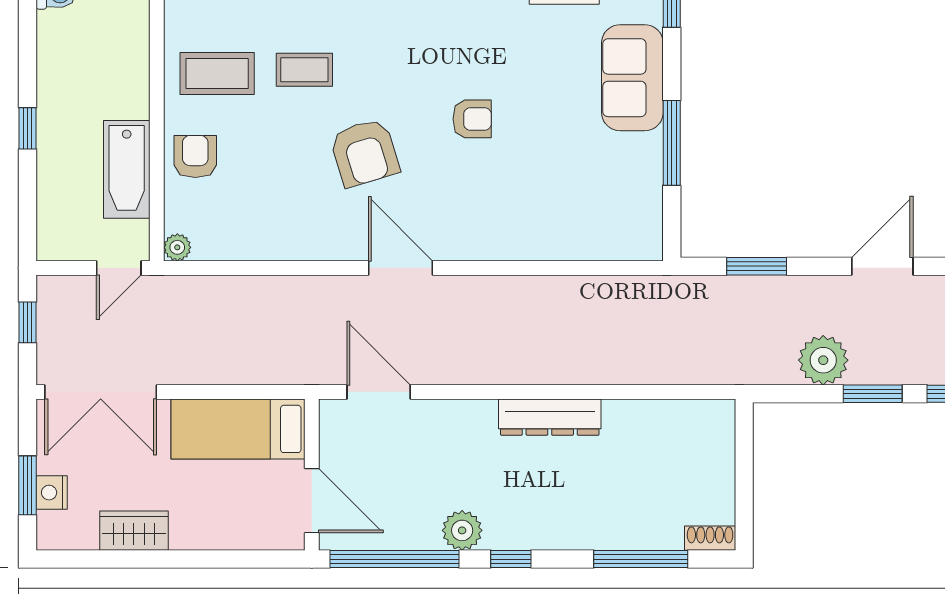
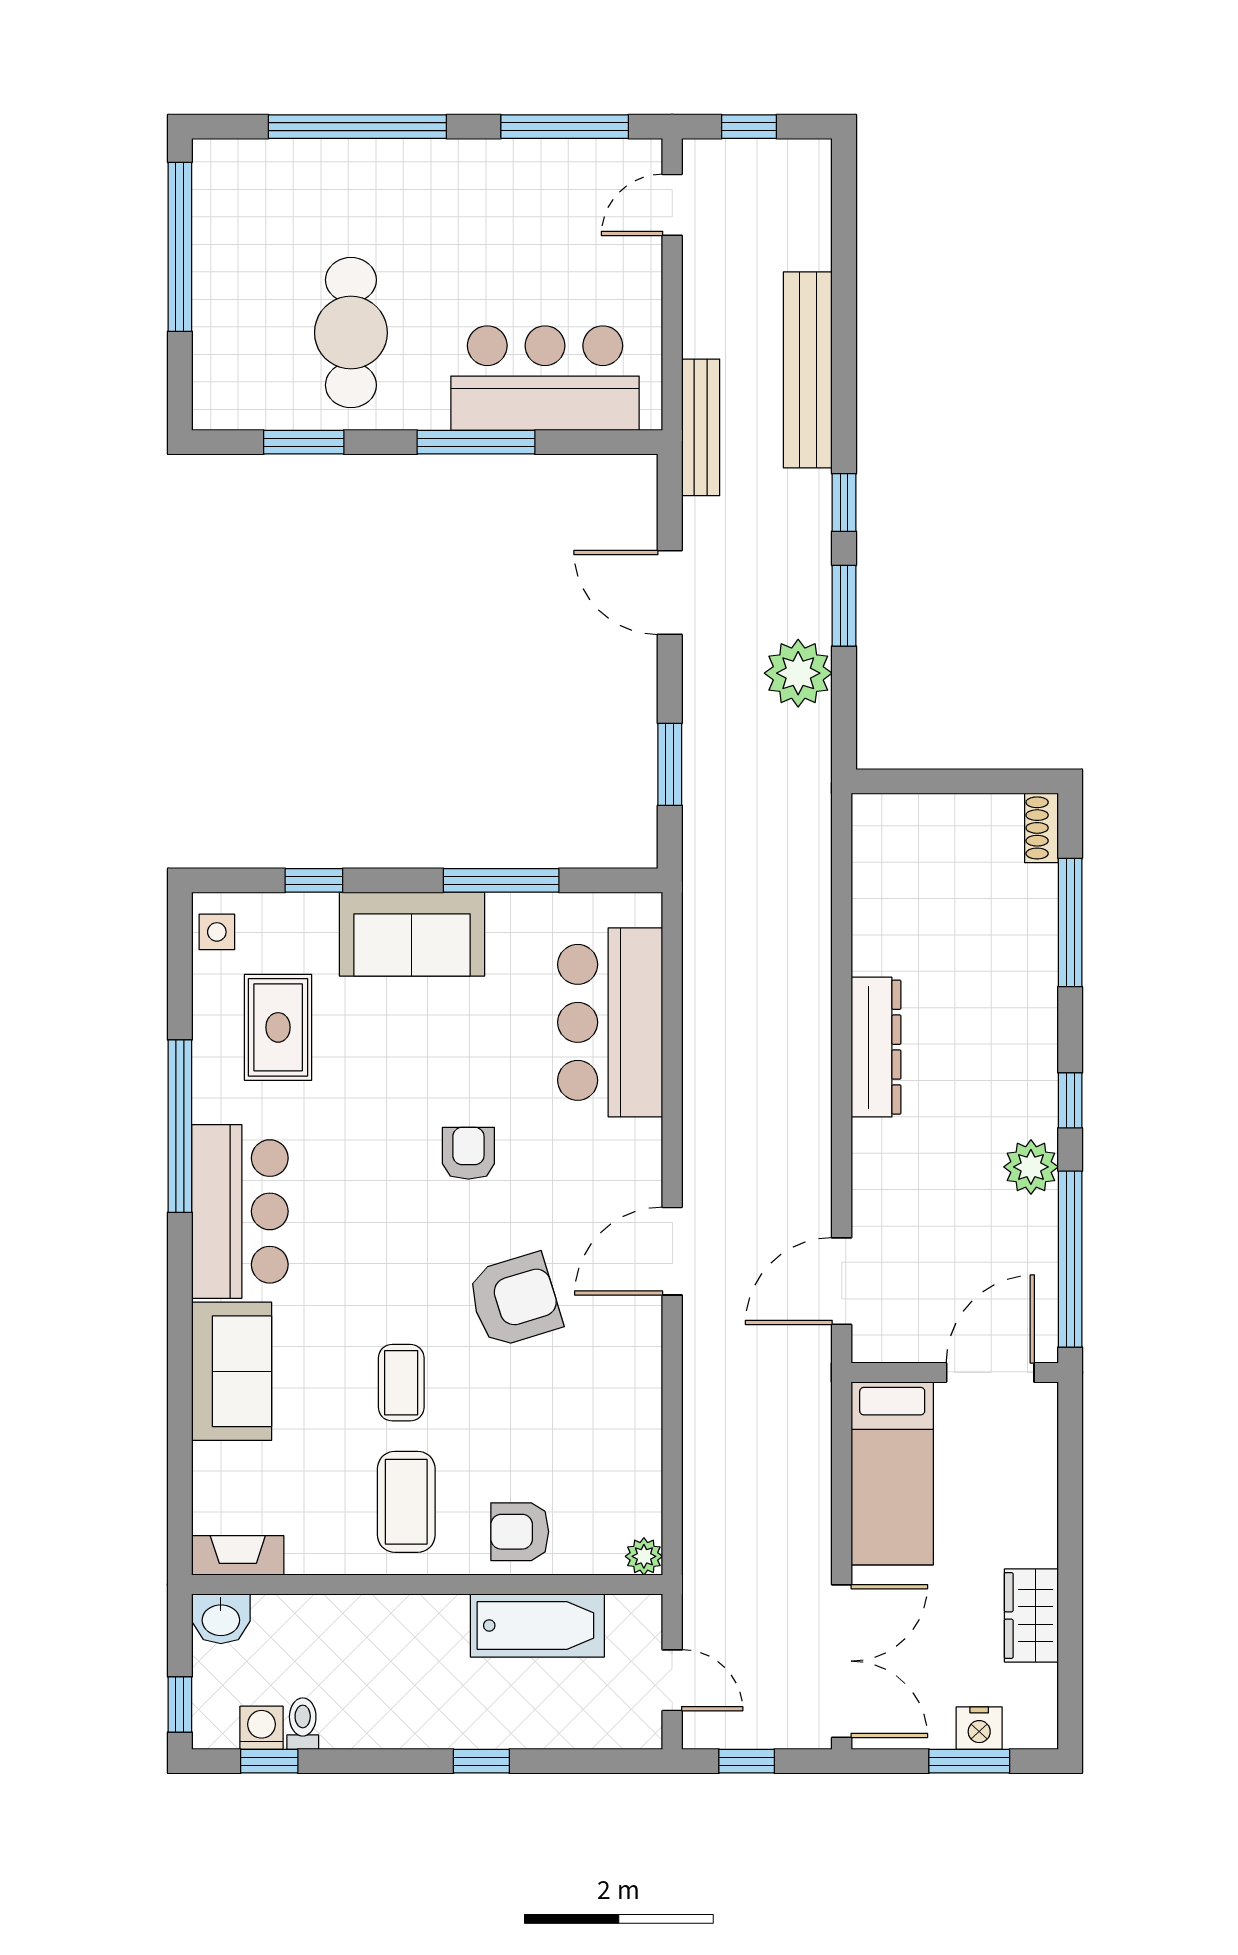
bar counter: (568, 223) -> (610, 1022), added
door: (119, 268) -> (672, 1680), moved

